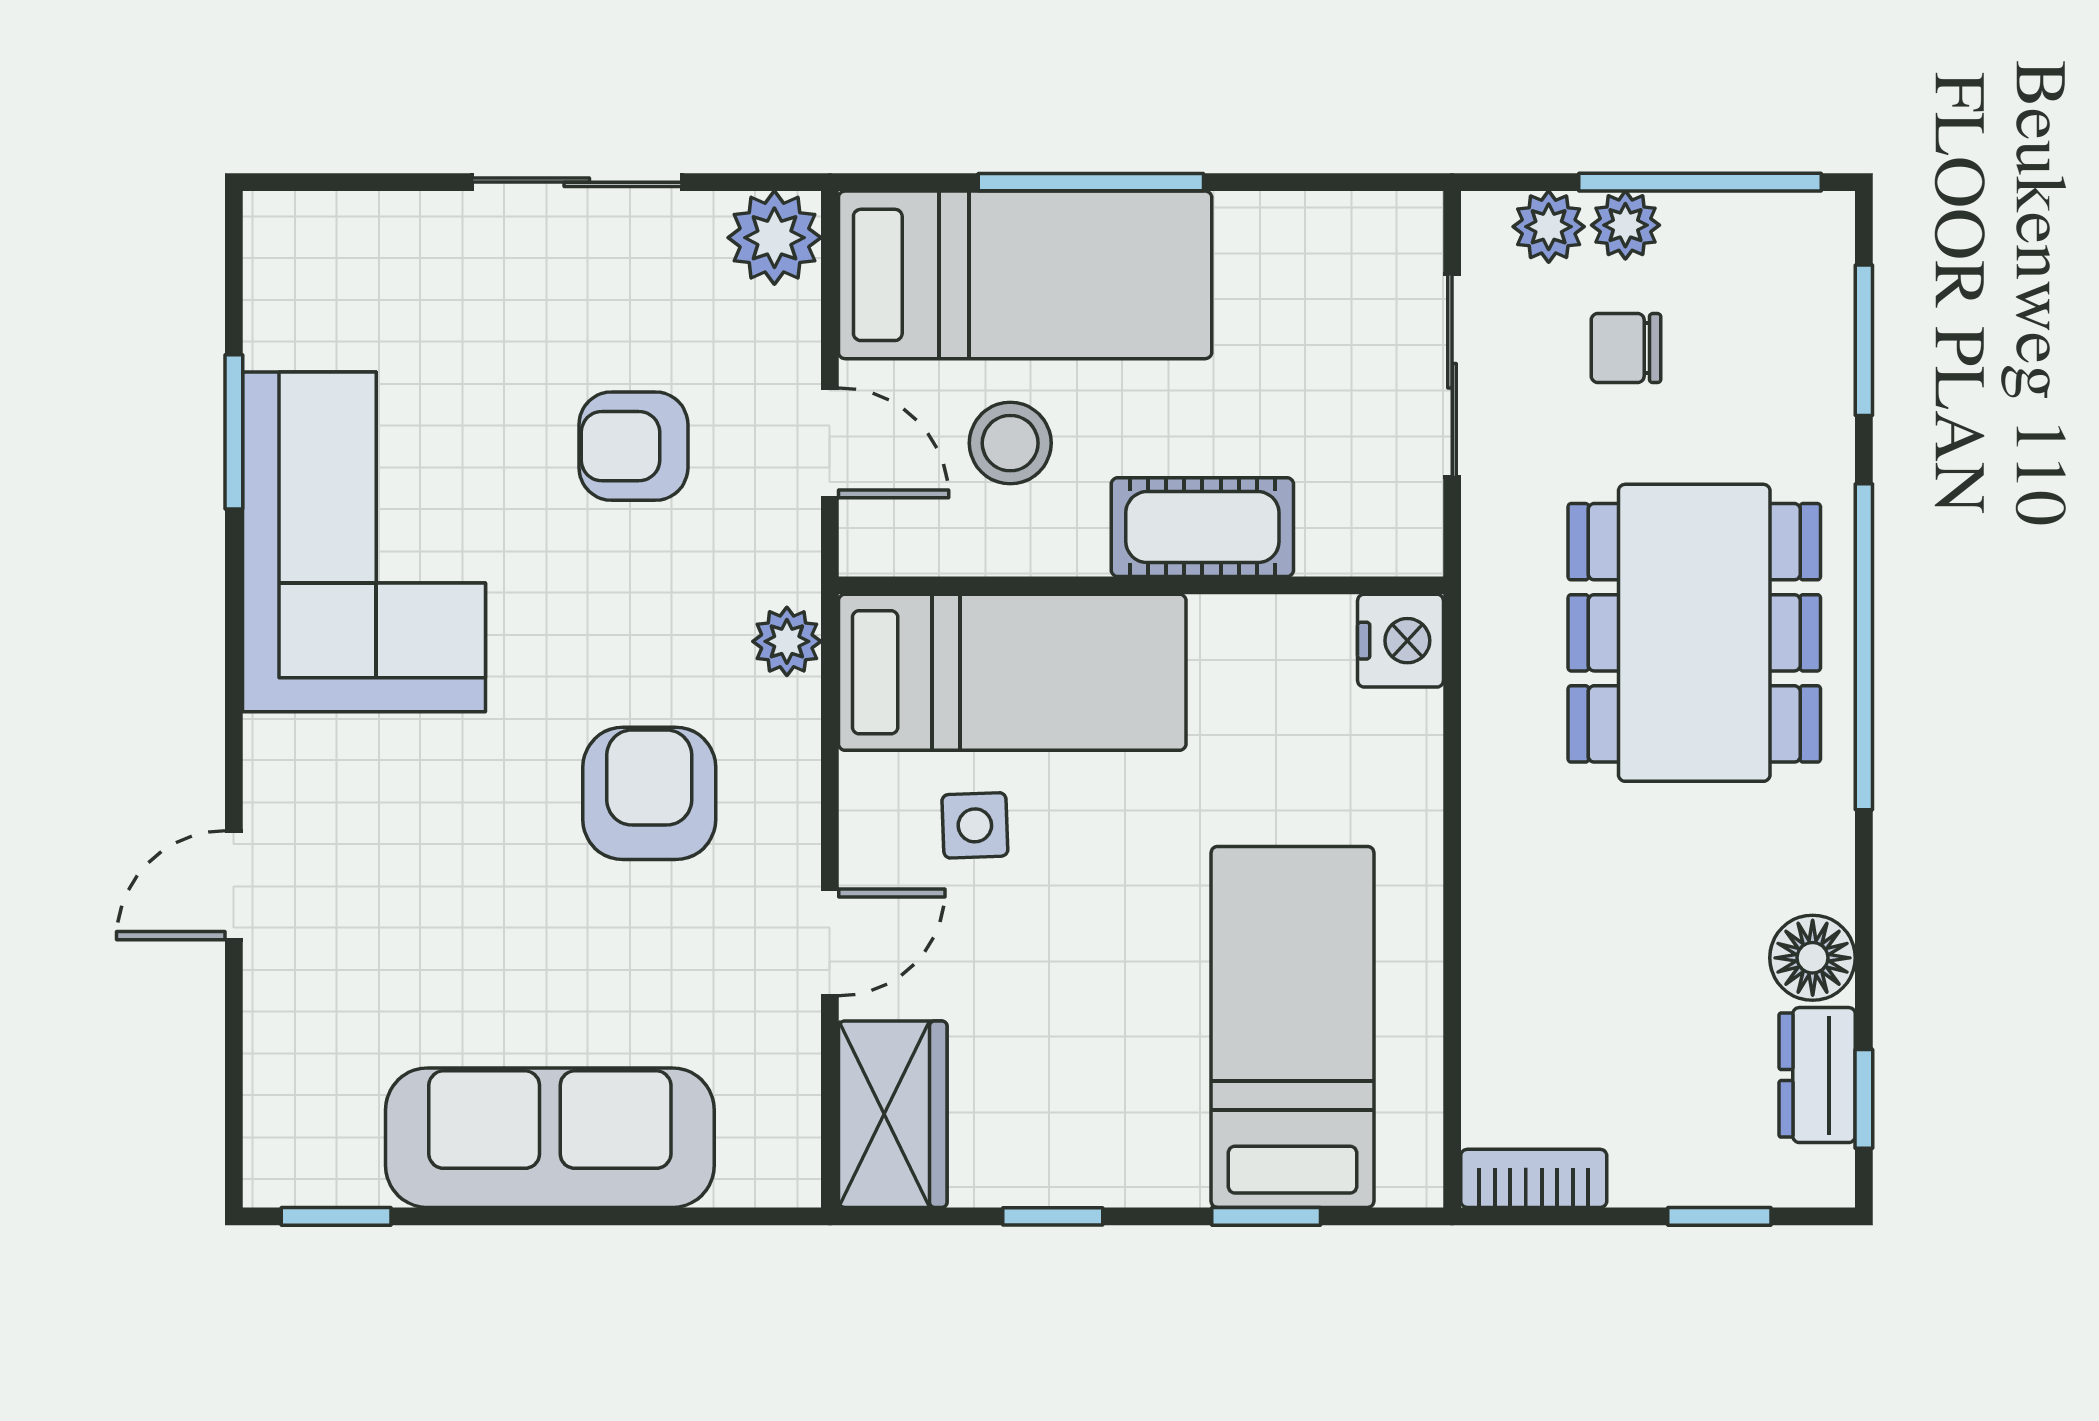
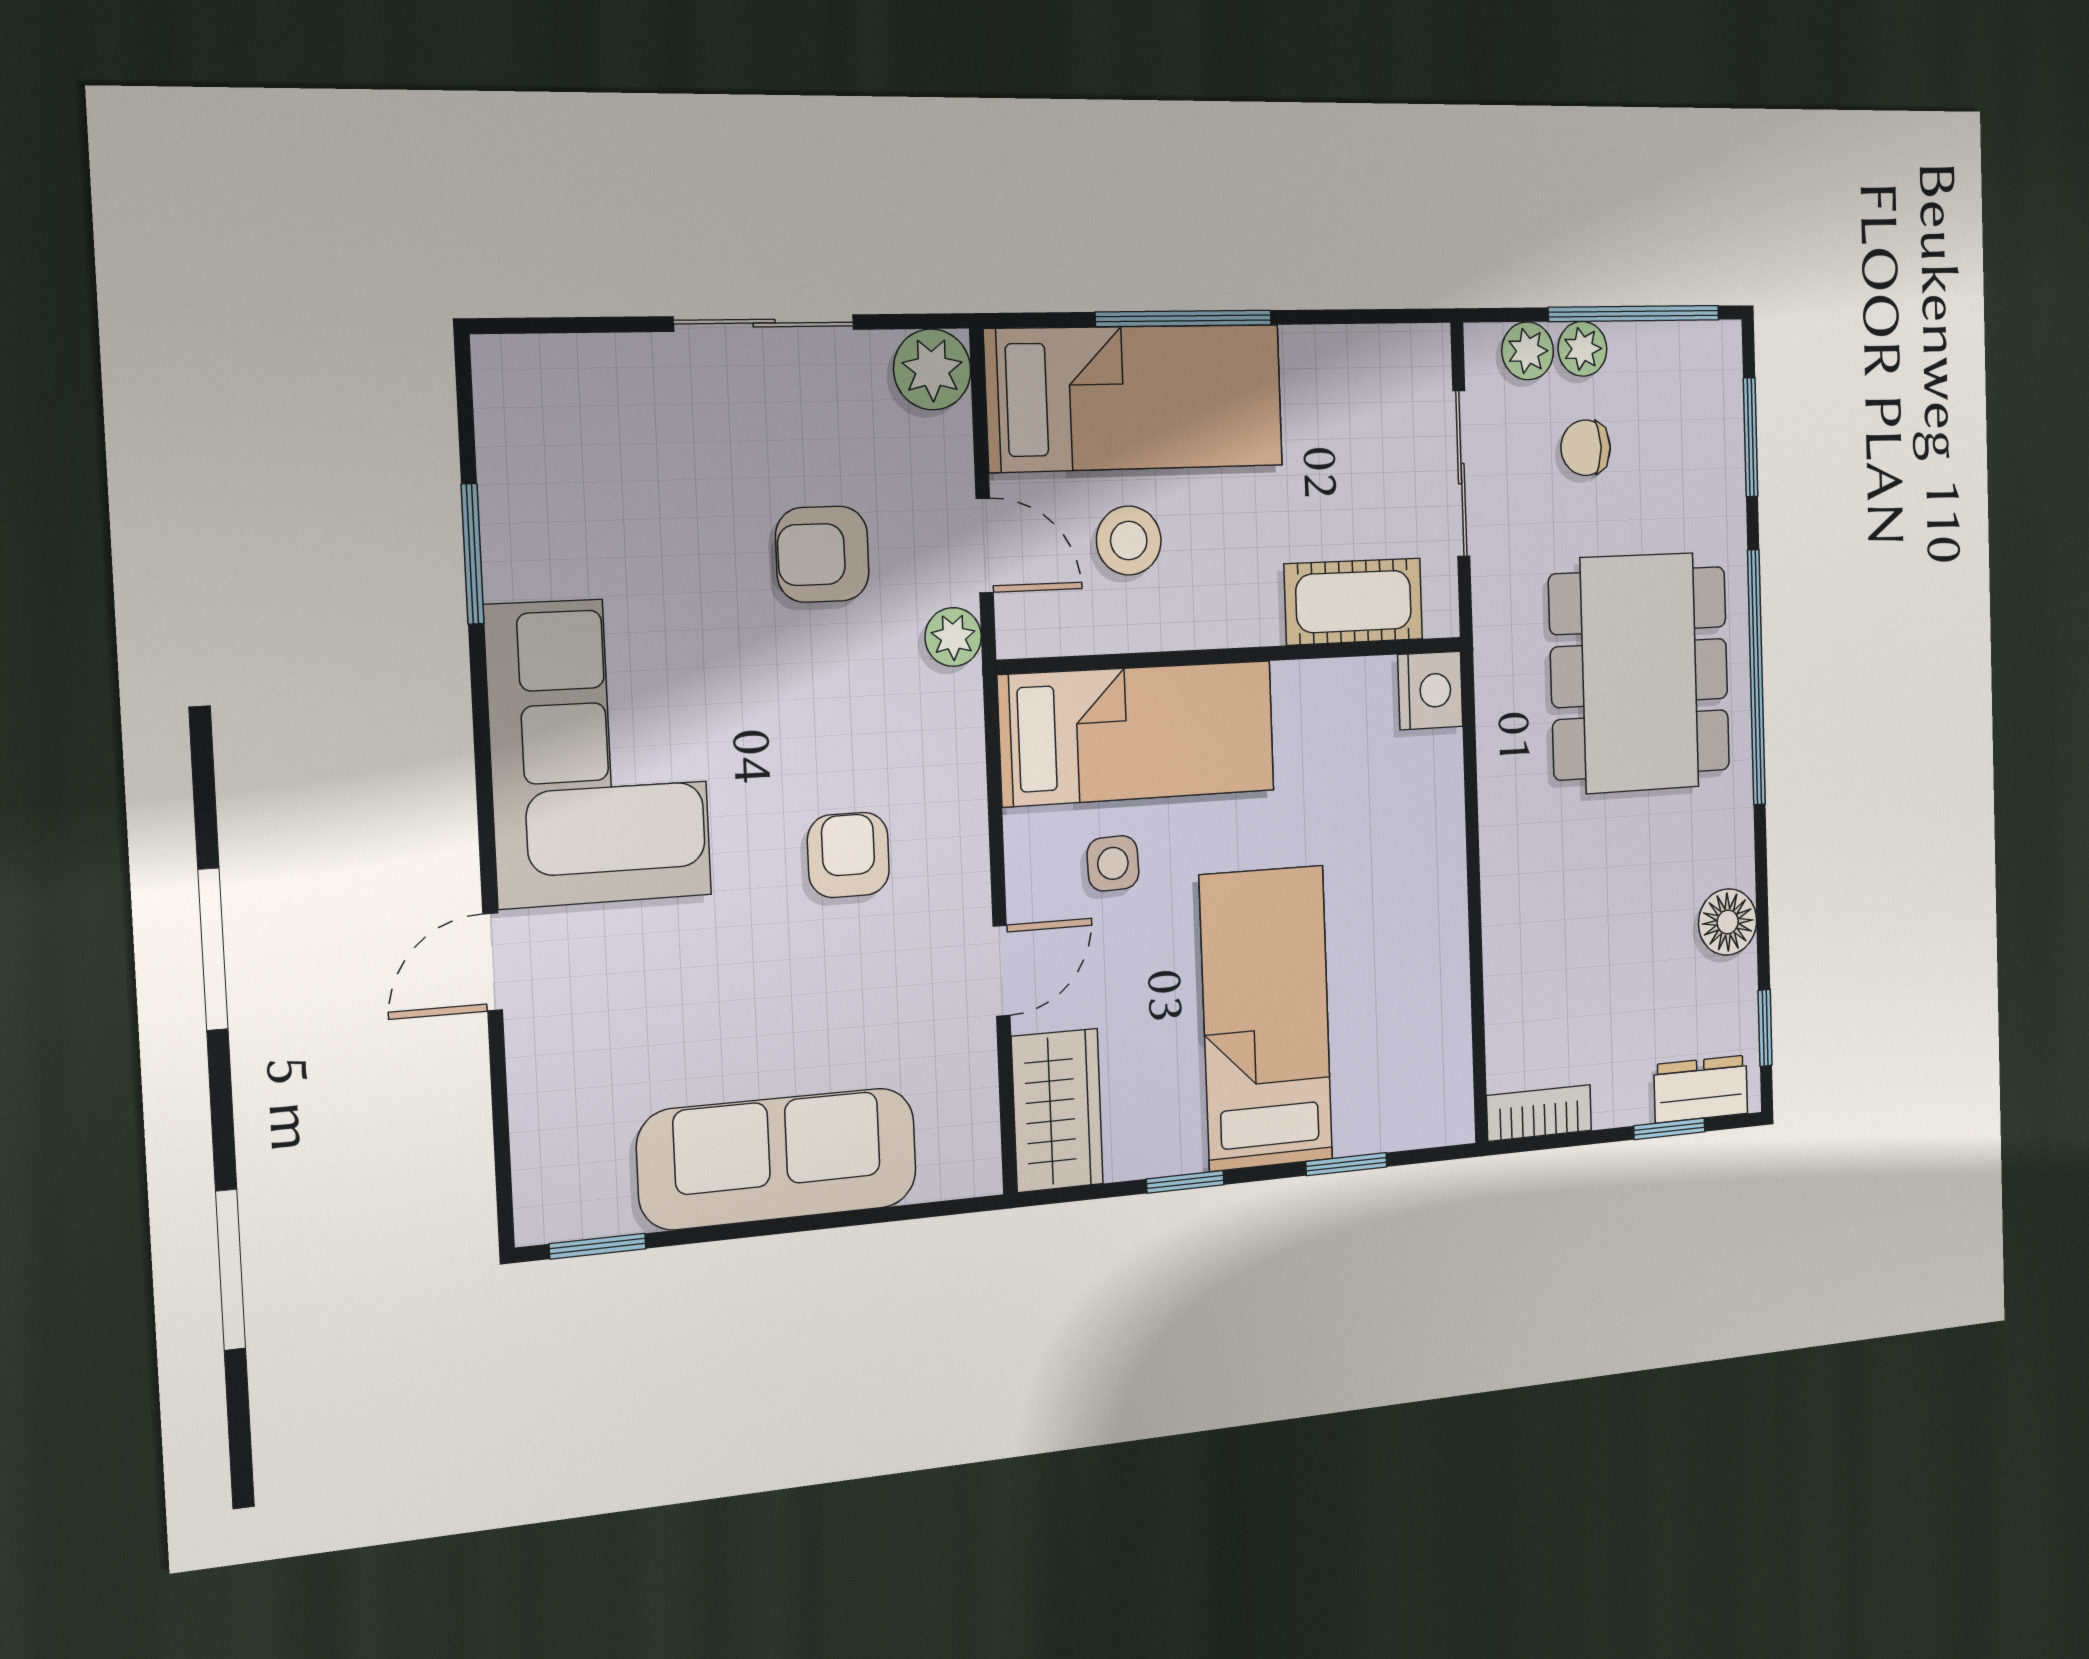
cot: (1202, 527) -> (1354, 602), moved
corner sofa: (364, 542) -> (599, 751), moved
plant: (787, 641) -> (953, 637), moved
armchair: (649, 793) -> (848, 855), width x0.72, depth x0.72
bed: (1292, 1027) -> (1266, 1018), moved
dresser: (1817, 1075) -> (1701, 1089), moved, turned 90

